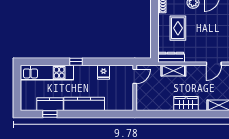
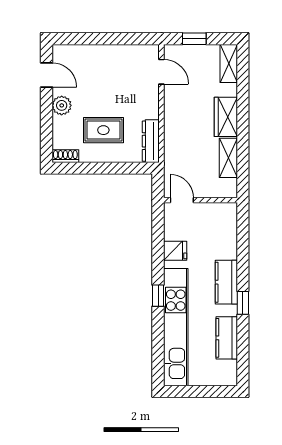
shelving: (173, 71) -> (228, 158), moved
kitchen unit: (47, 73) -> (176, 327), width x1.36
kitchen counter: (84, 104) -> (226, 282), width x0.67
window: (50, 114) -> (243, 303), moved

